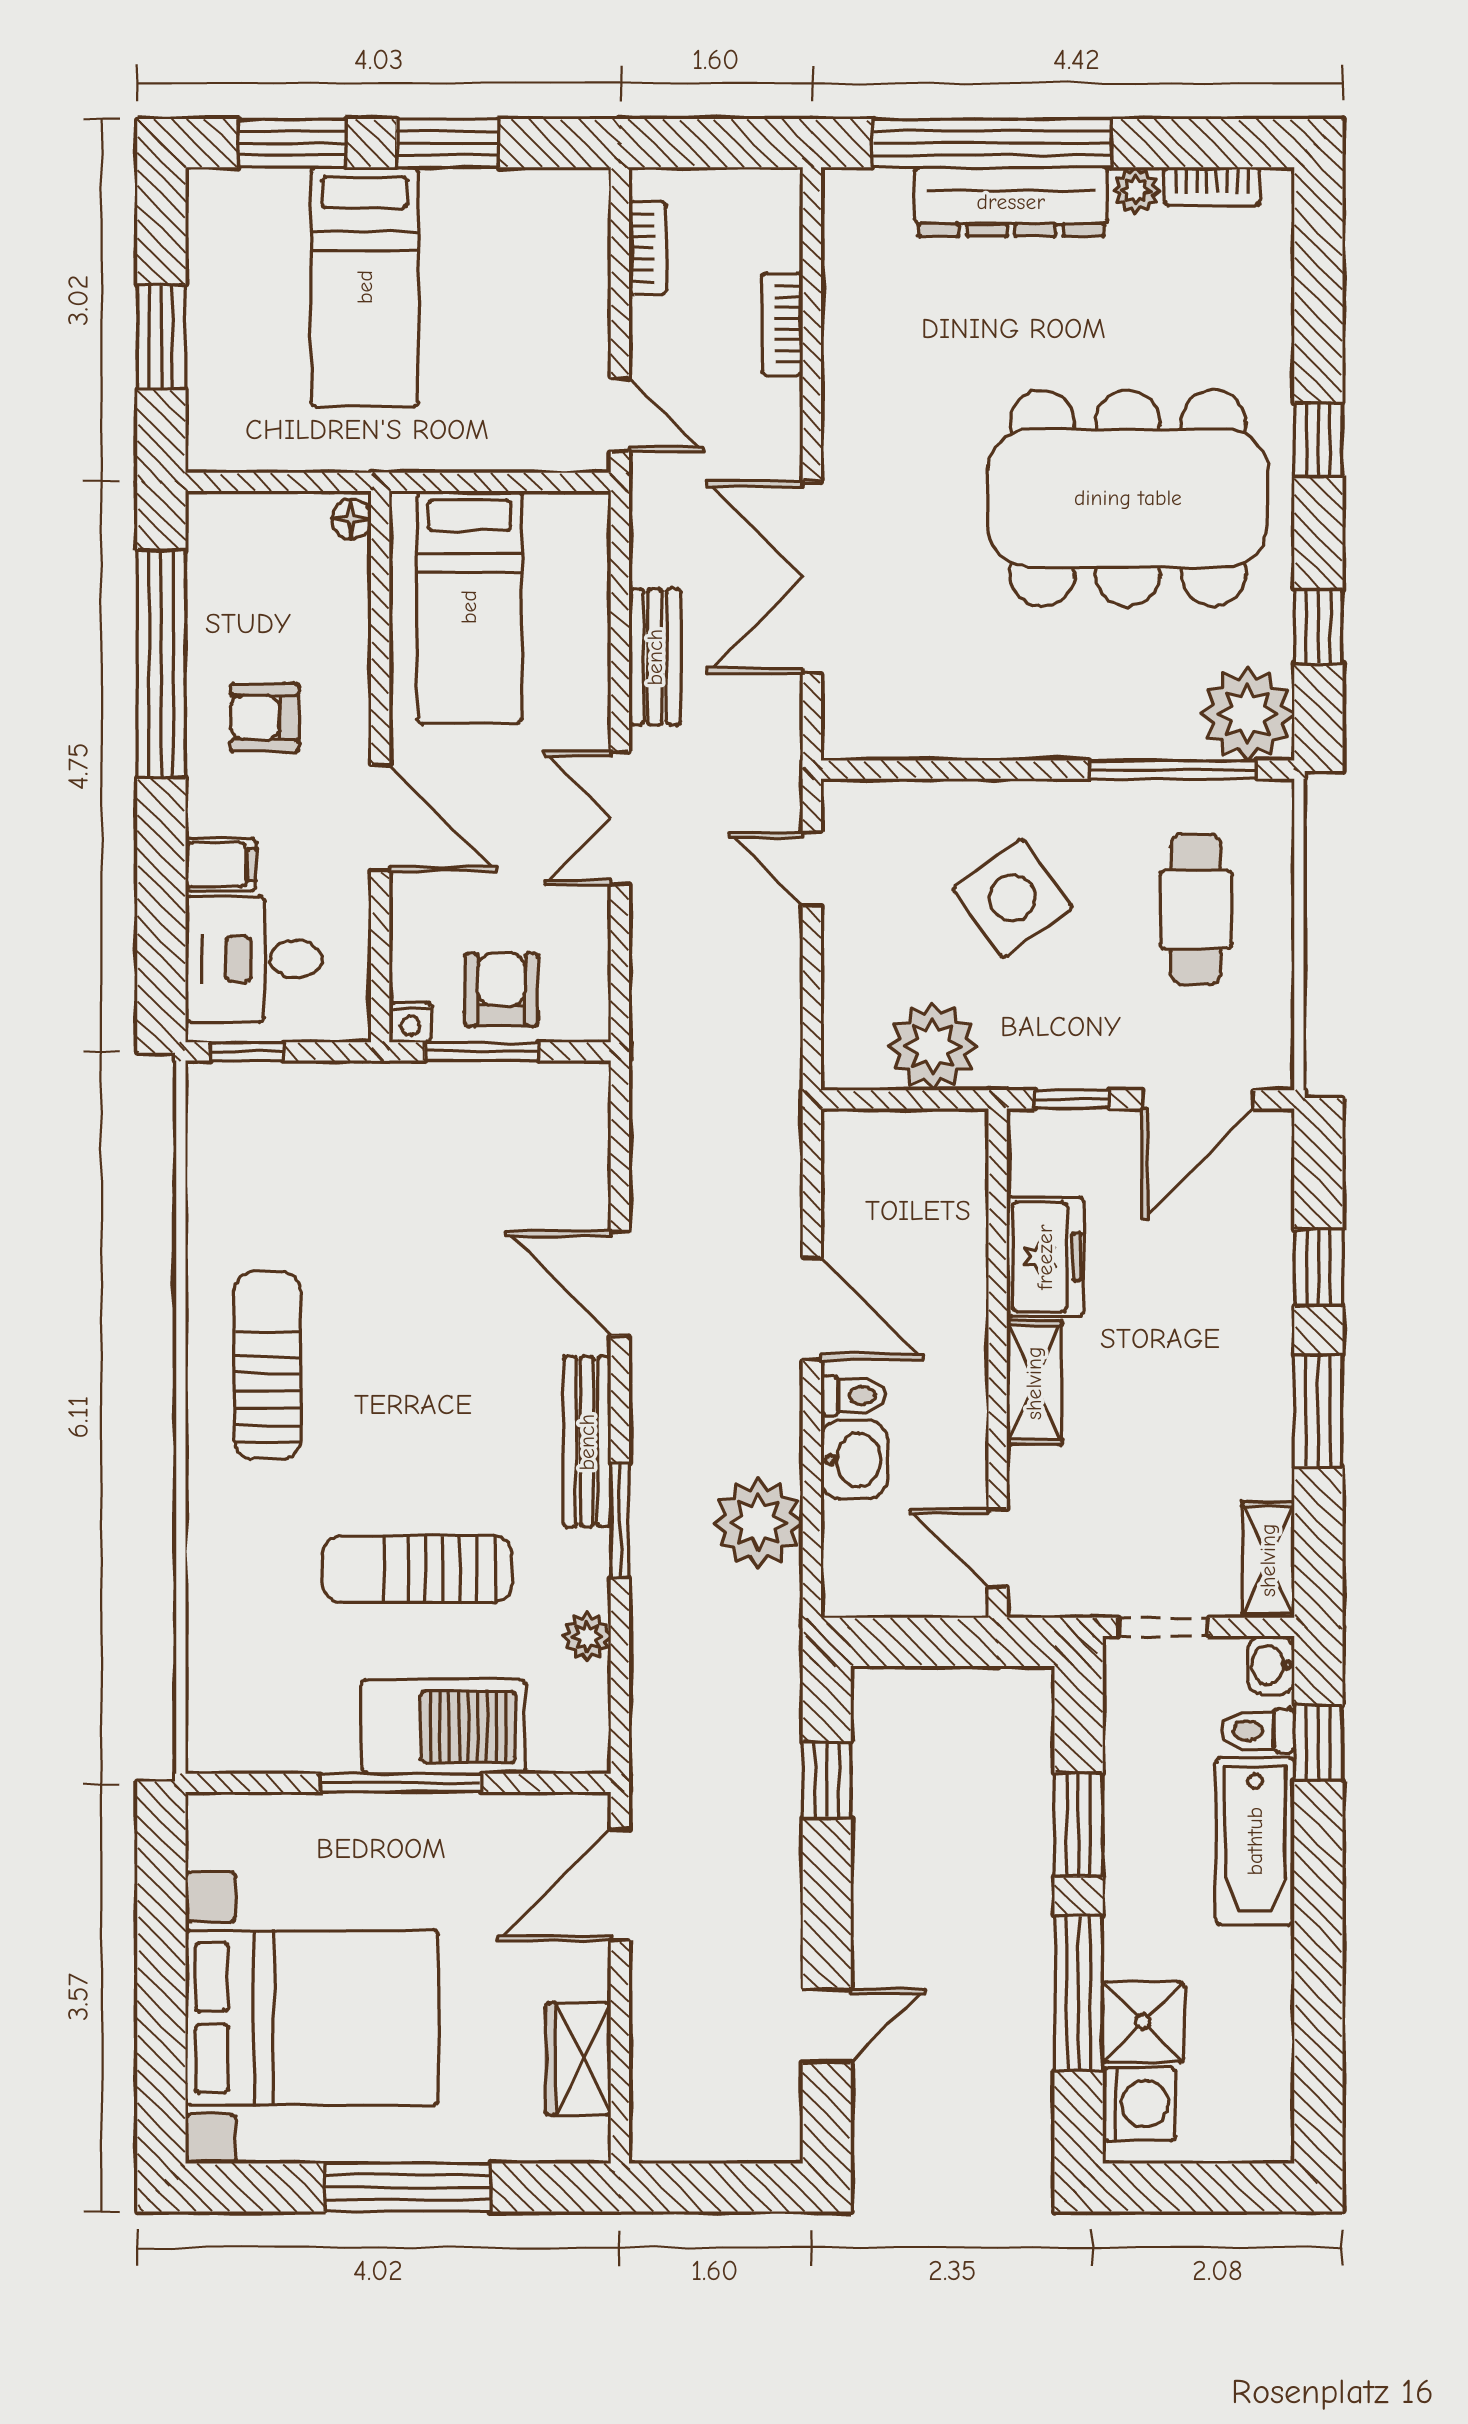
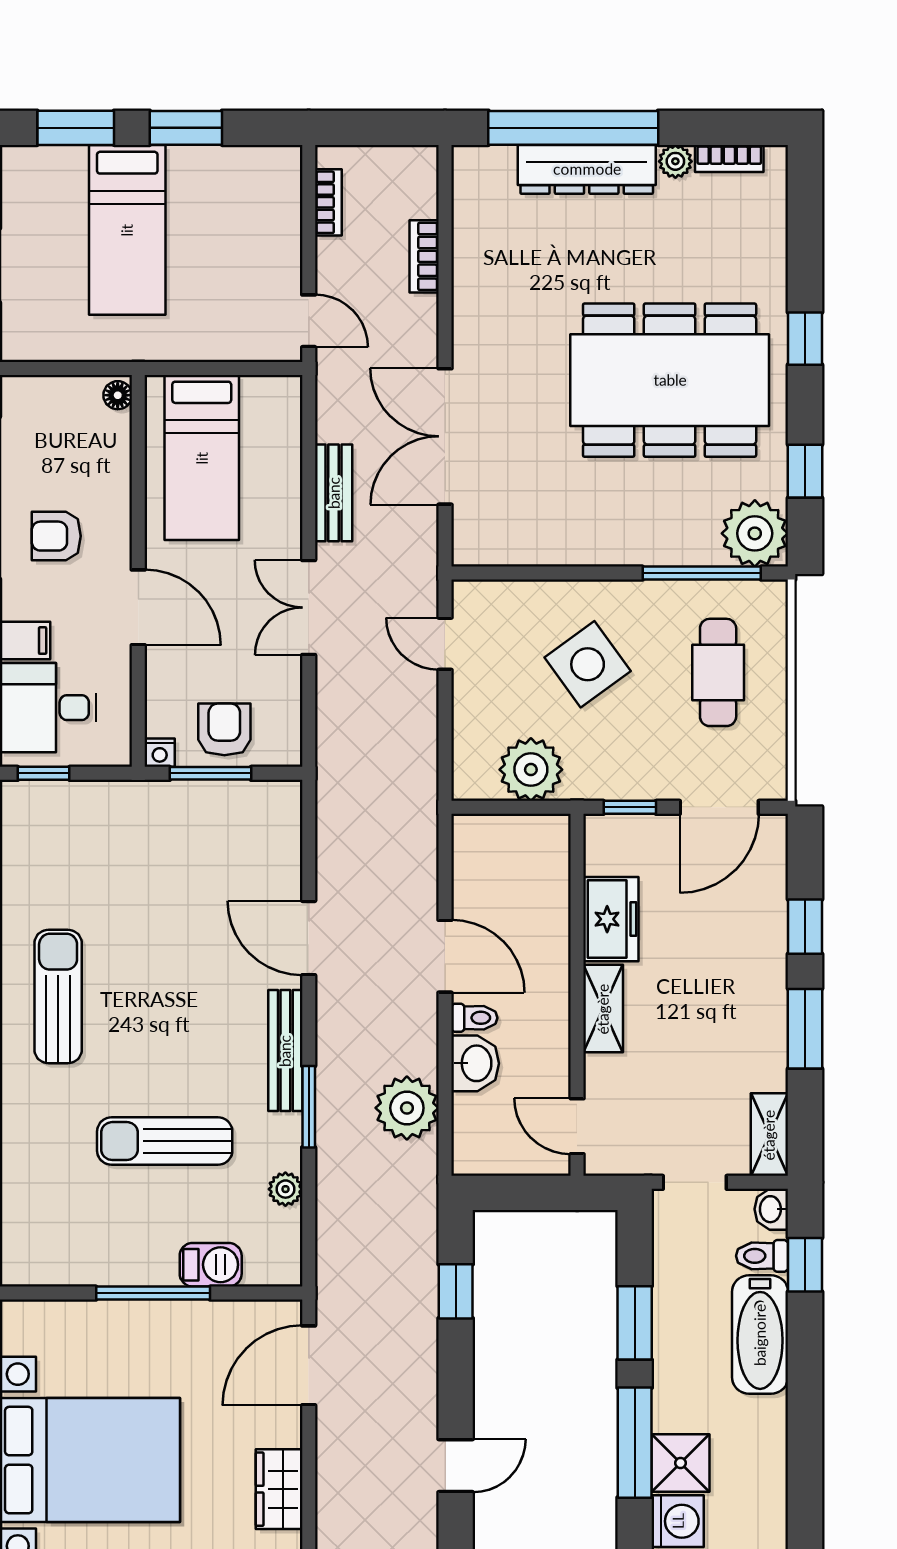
barbecue: (444, 1727) -> (211, 1265), width x0.53, depth x0.65

